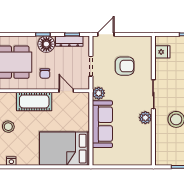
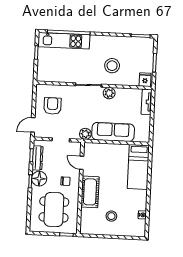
door: (106, 34) -> (33, 125), hinge flipped
fridge: (162, 52) -> (145, 80), moved
armchair: (125, 66) -> (53, 106), moved
door: (66, 91) -> (82, 163), hinge flipped
bed: (65, 149) -> (138, 167), width x0.67
tv unit: (138, 160) -> (147, 102), added

